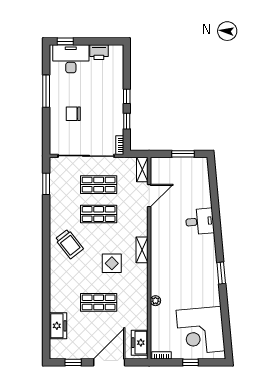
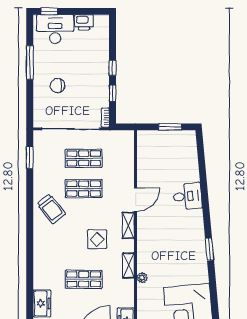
shelving: (142, 170) -> (128, 265), moved
door: (149, 196) -> (136, 200), moved
trolley: (69, 244) -> (51, 209), moved

